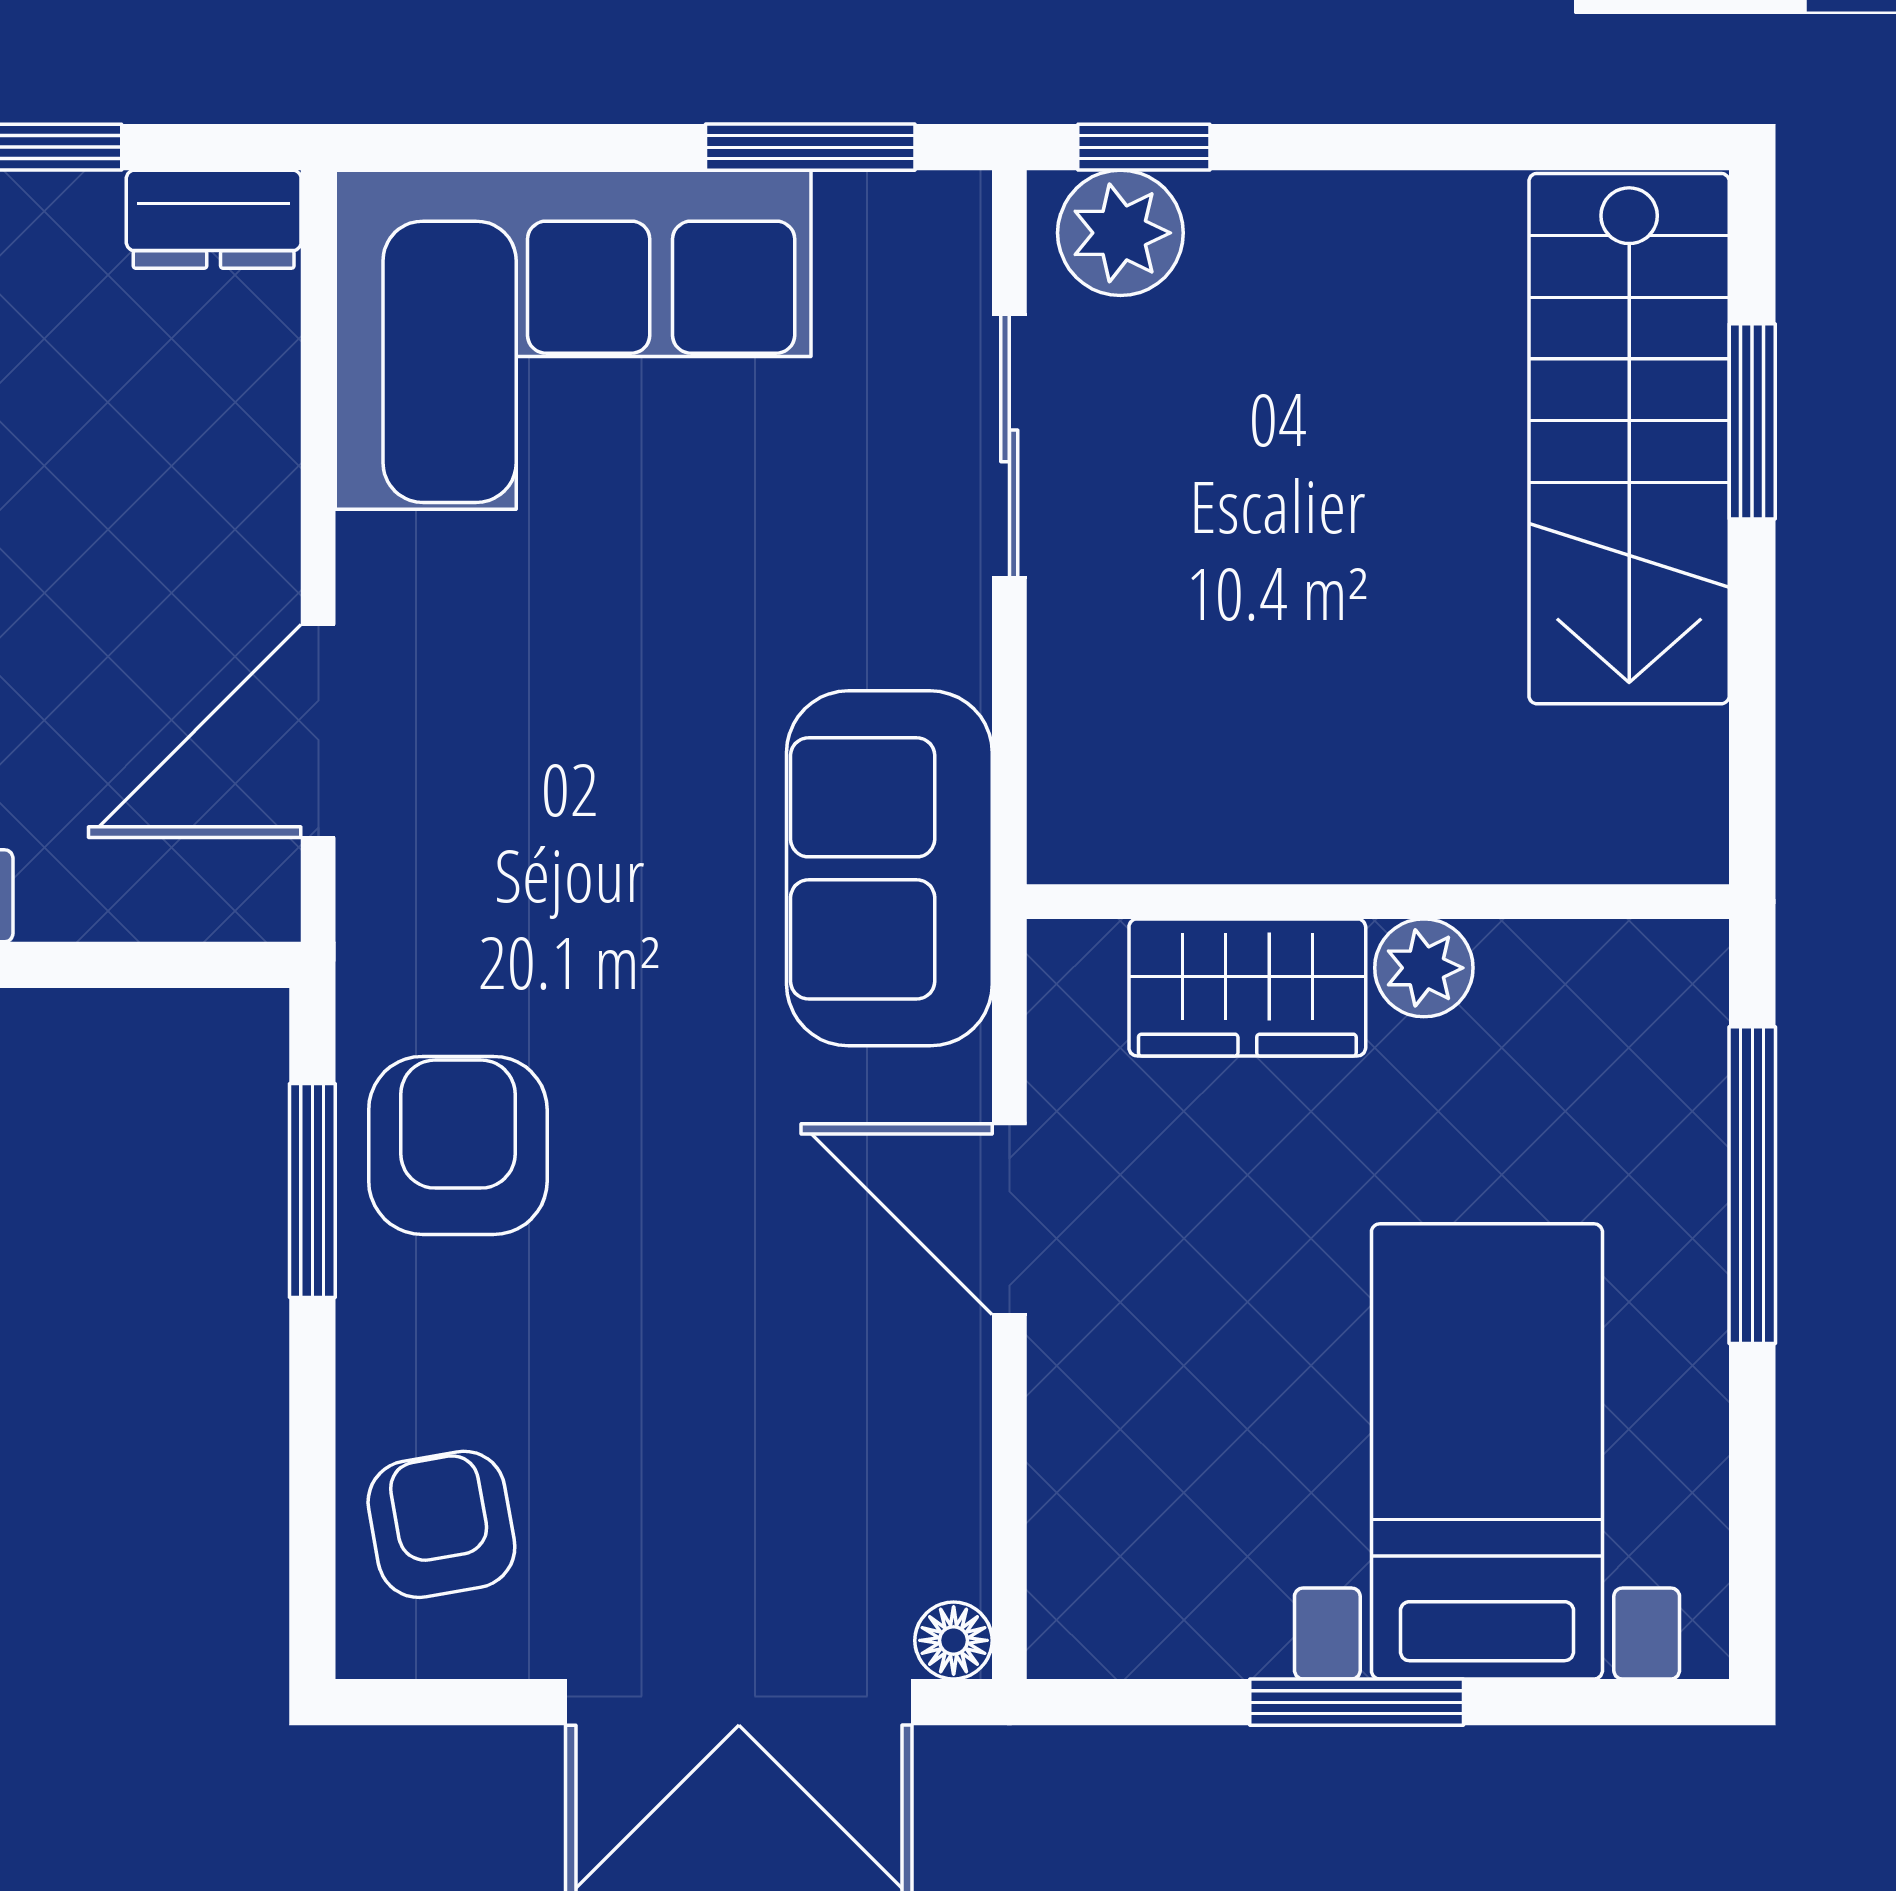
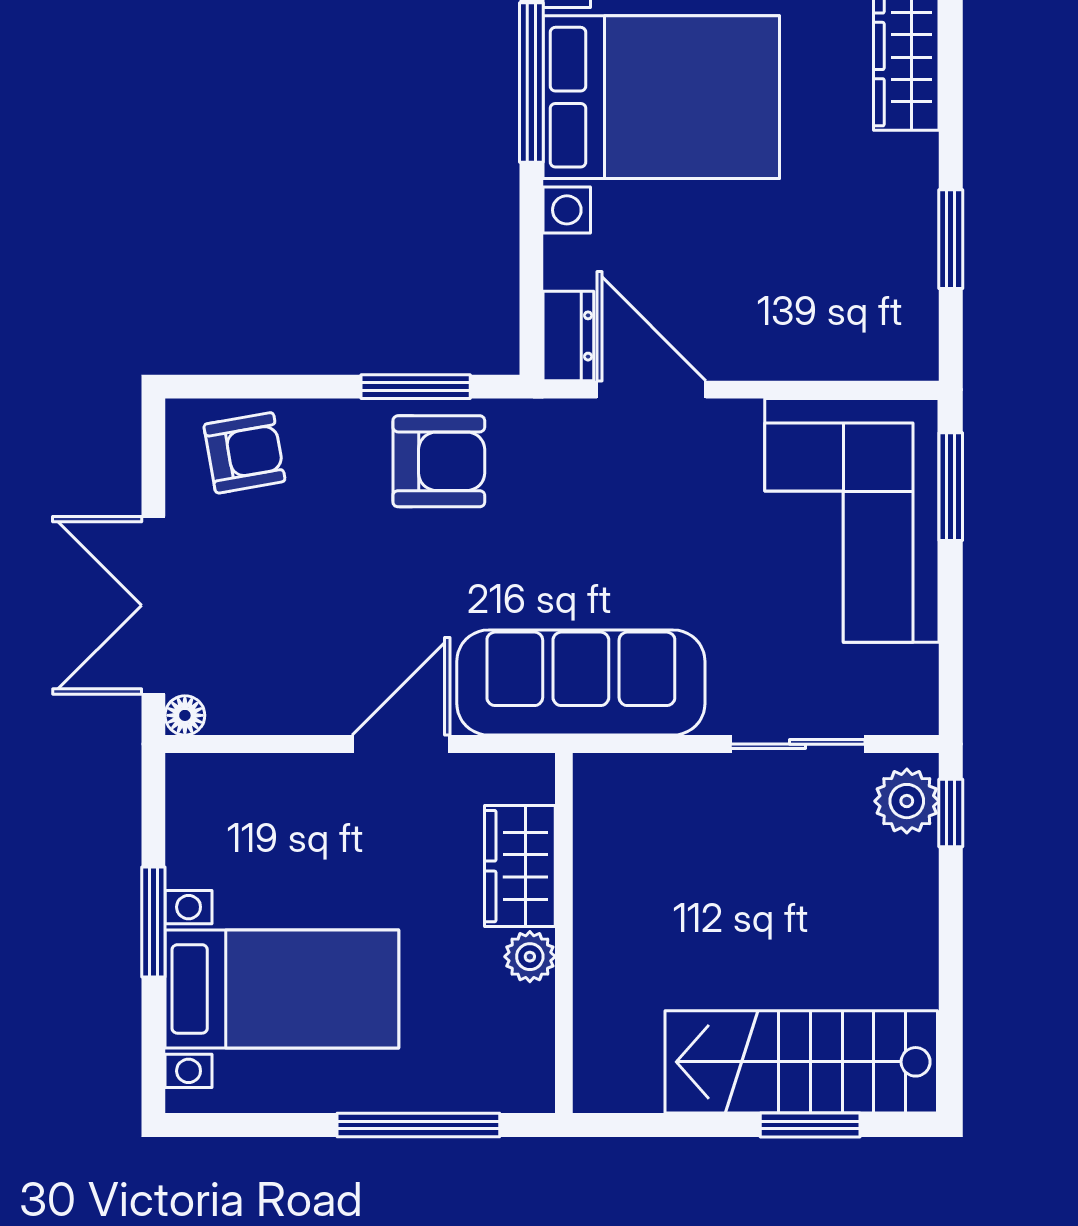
window: (810, 147) -> (951, 487), moved
dresser: (214, 219) -> (568, 336), moved, turned 180
sofa: (889, 868) -> (581, 682), width x1.36

